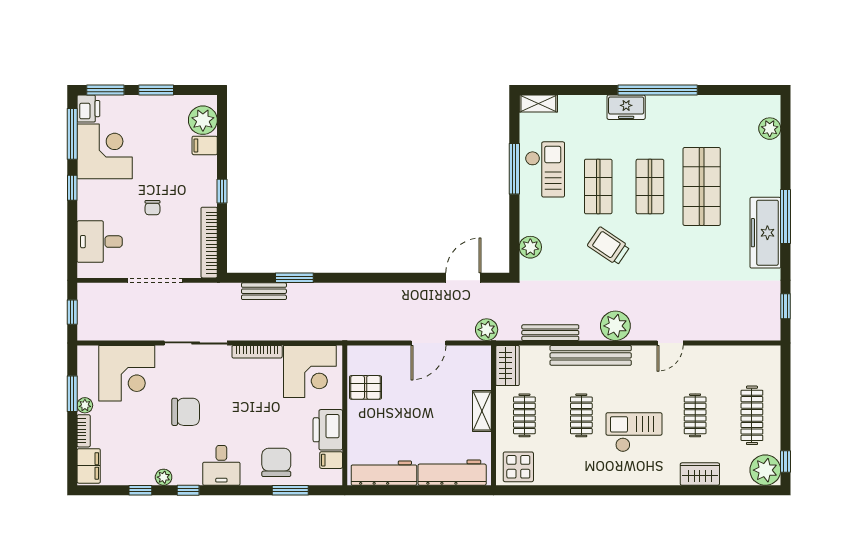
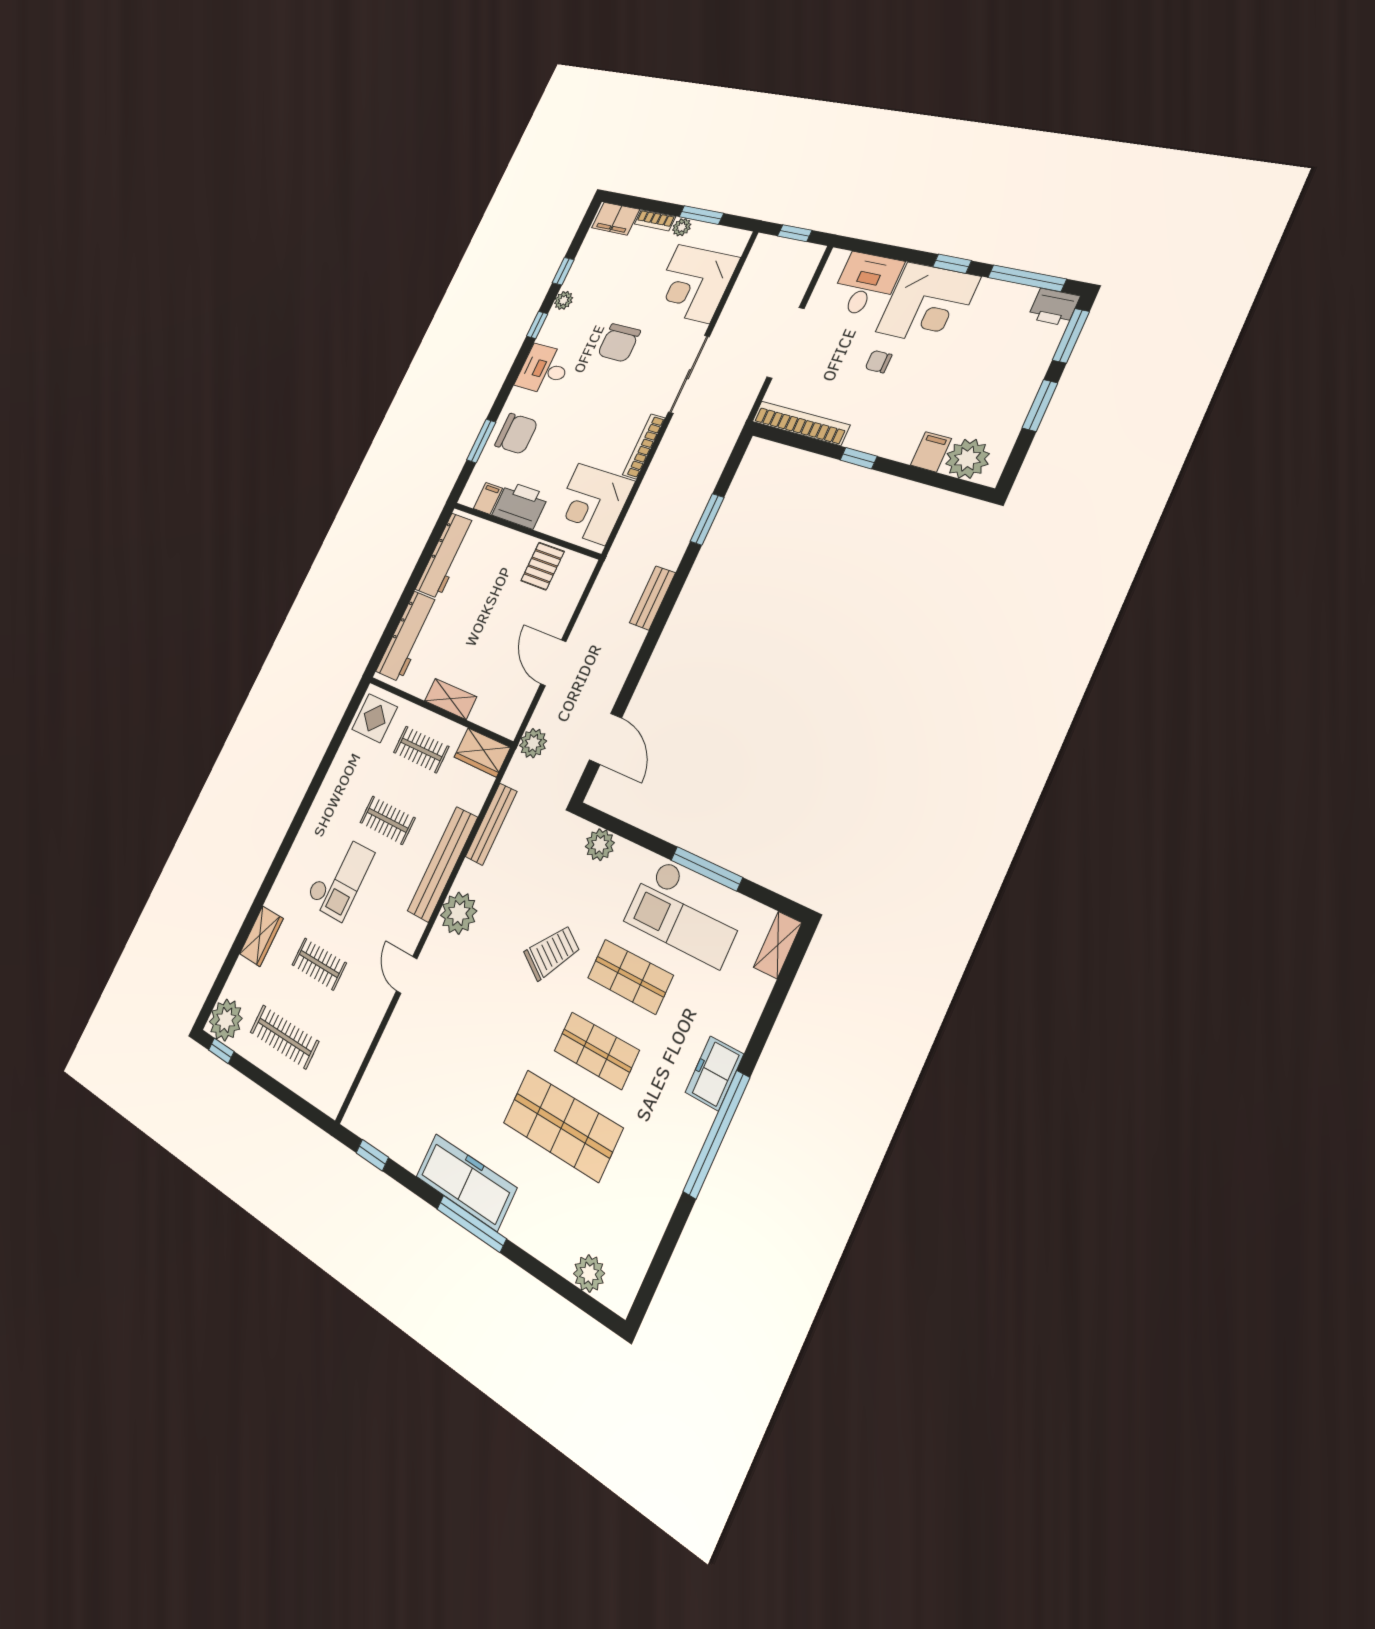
corner desk: (105, 151) -> (928, 305), moved
checkout: (545, 169) -> (686, 912), width x1.36, depth x1.21
bench: (264, 291) -> (652, 598), moved

